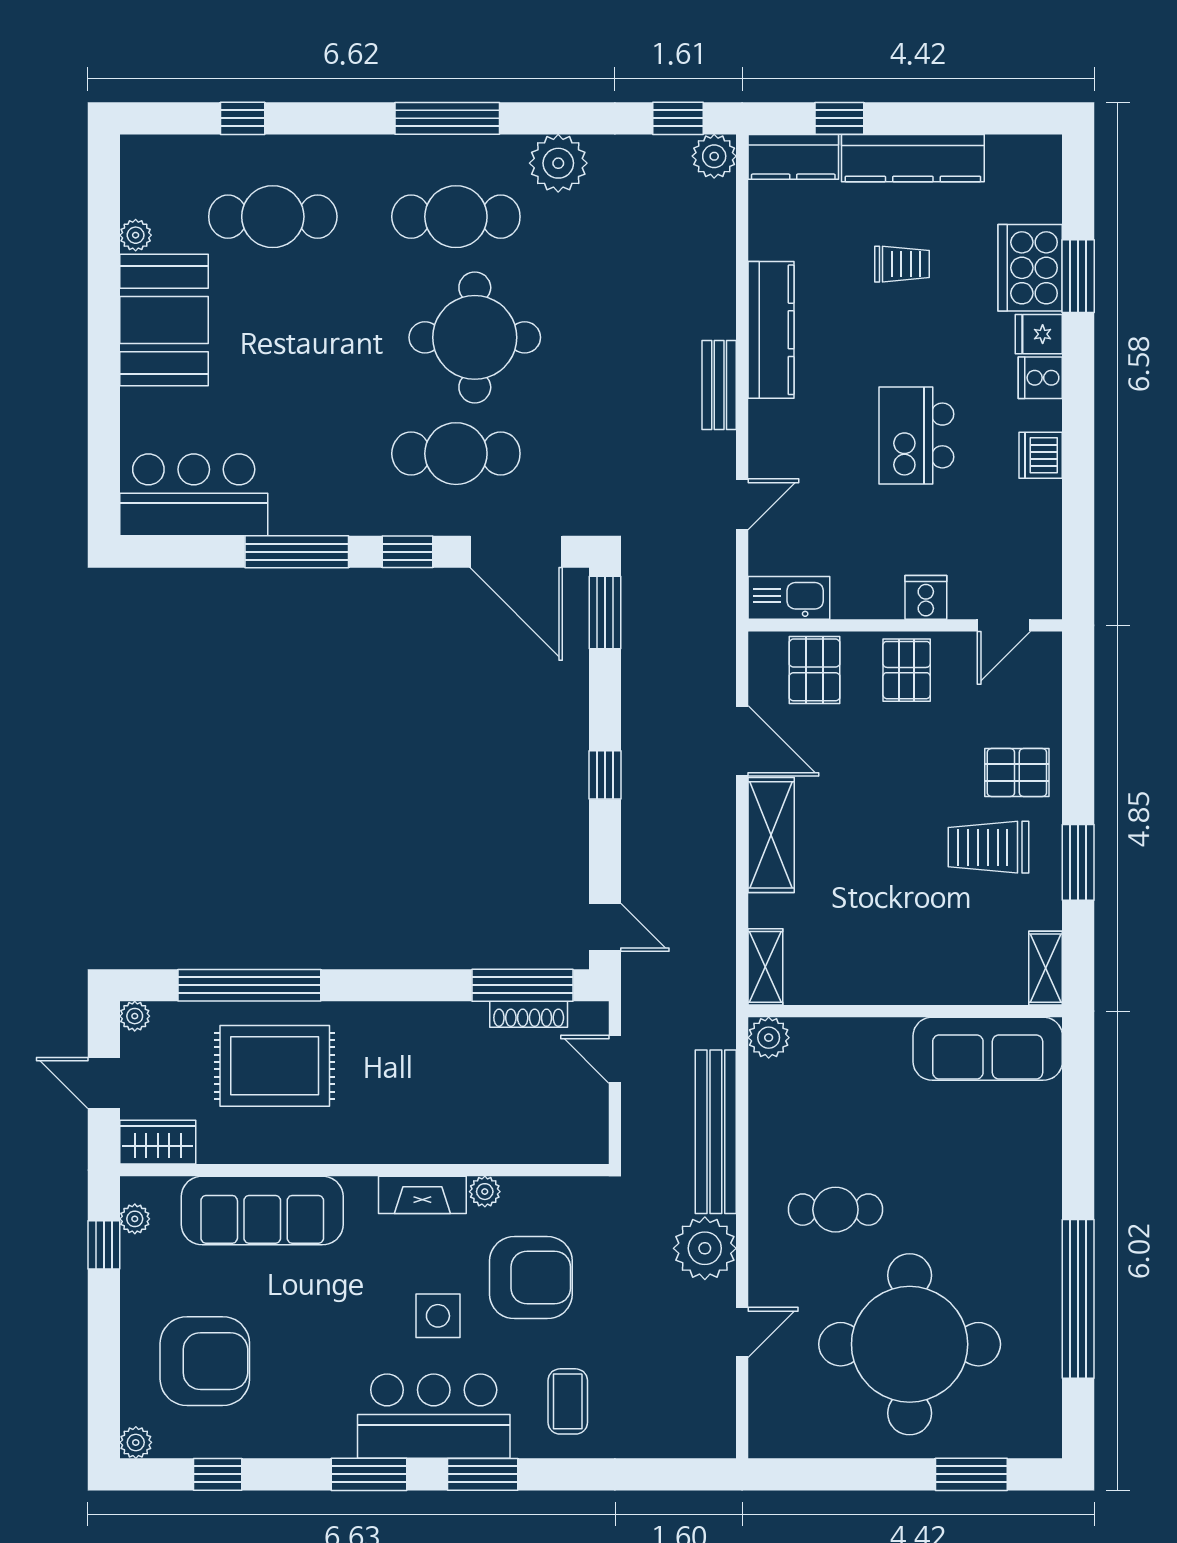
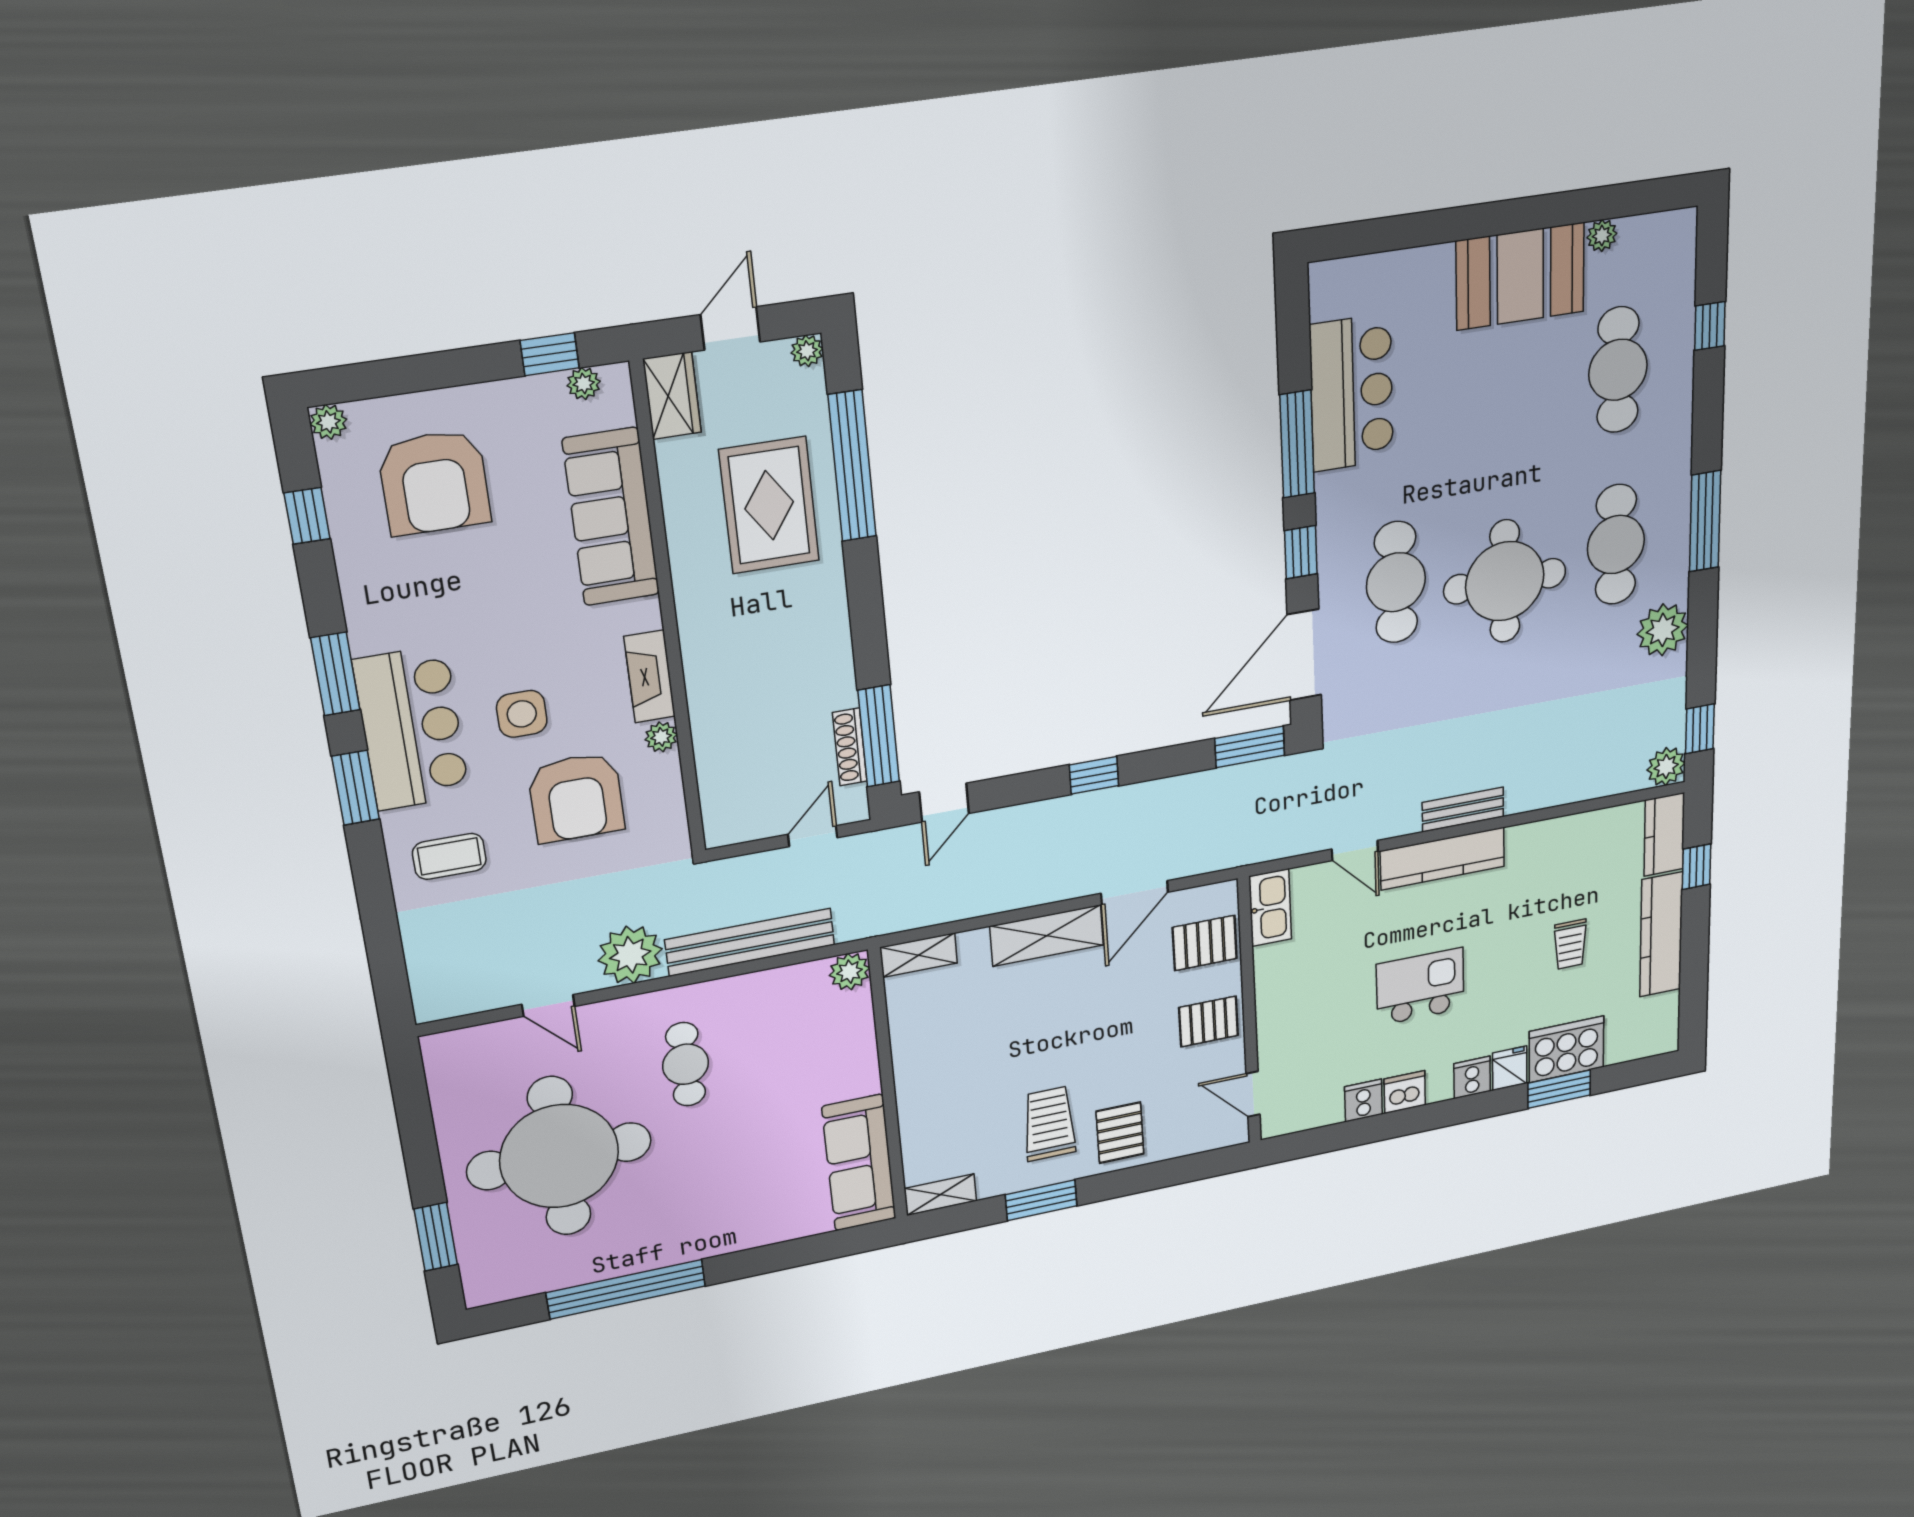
kitchen counter: (771, 330) -> (1442, 859), moved
bar counter: (194, 495) -> (1352, 393), moved
cooker: (926, 597) -> (1363, 1100), moved, turned -90

